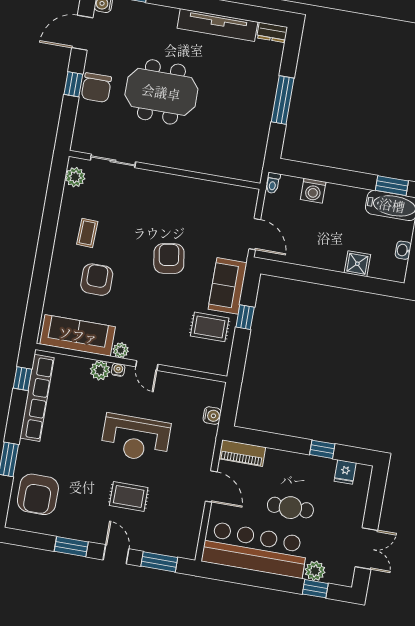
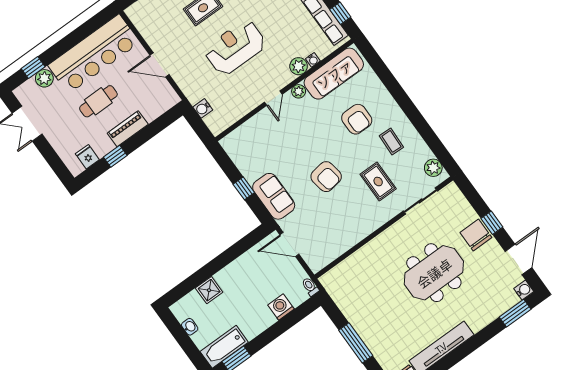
rug: (210, 327) -> (378, 182), moved, turned 90
door: (147, 366) -> (273, 98), swing flipped
water cooler: (118, 370) -> (313, 60), moved
piano: (242, 453) -> (128, 129), moved

